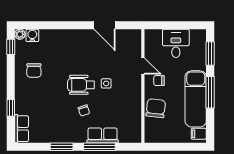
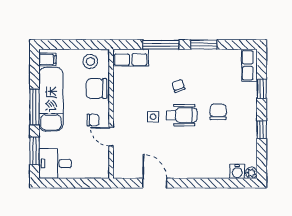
desk: (176, 43) -> (55, 164), moved, turned 90
window: (11, 47) -> (262, 130), moved
chair: (34, 70) -> (218, 112), moved
chair: (156, 108) -> (96, 89), turned 83
stool: (161, 132) -> (90, 61), added
row of seats: (103, 135) -> (131, 58), moved

